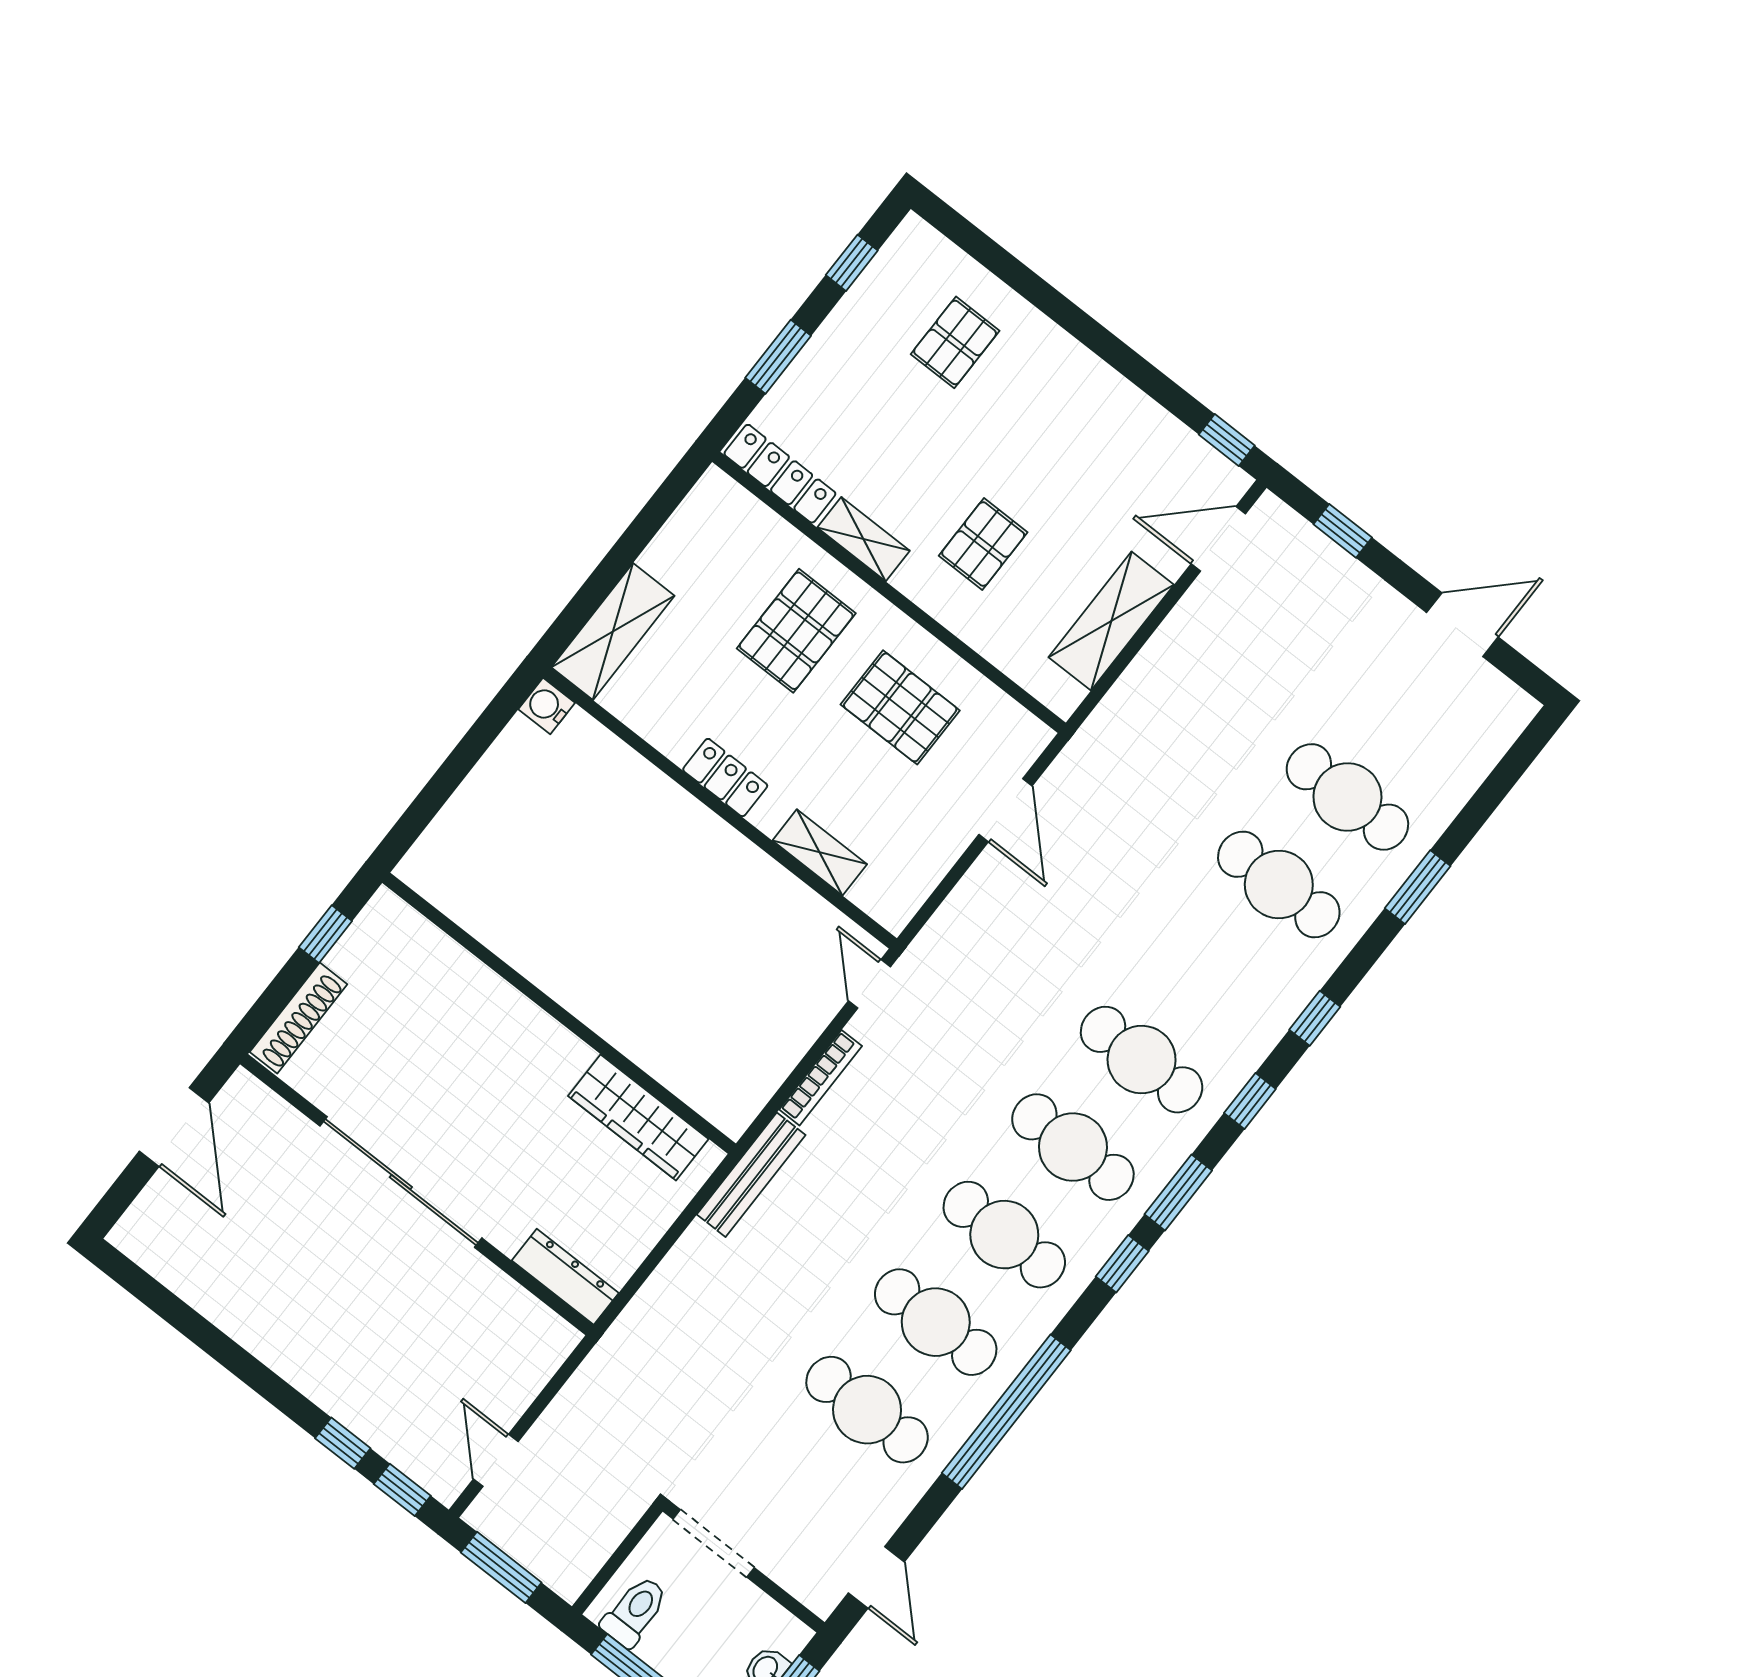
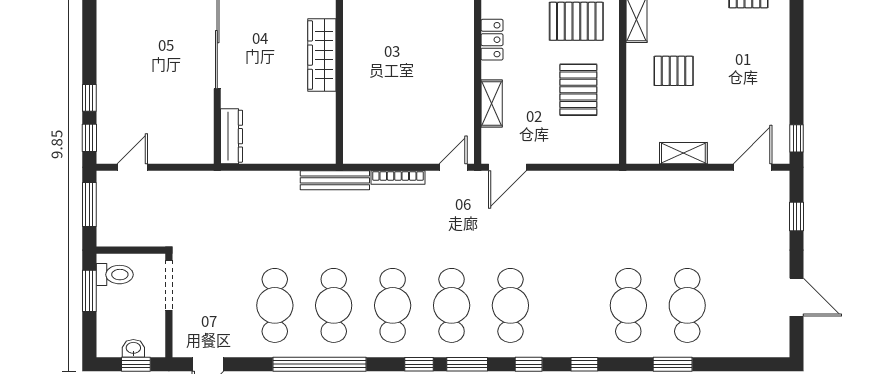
door: (1218, 539) -> (753, 167), hinge flipped
shelving: (1111, 621) -> (683, 153), width x0.67, depth x0.75
door: (1006, 810) -> (507, 167), moved
wardrobe: (638, 1117) -> (322, 55), moved

